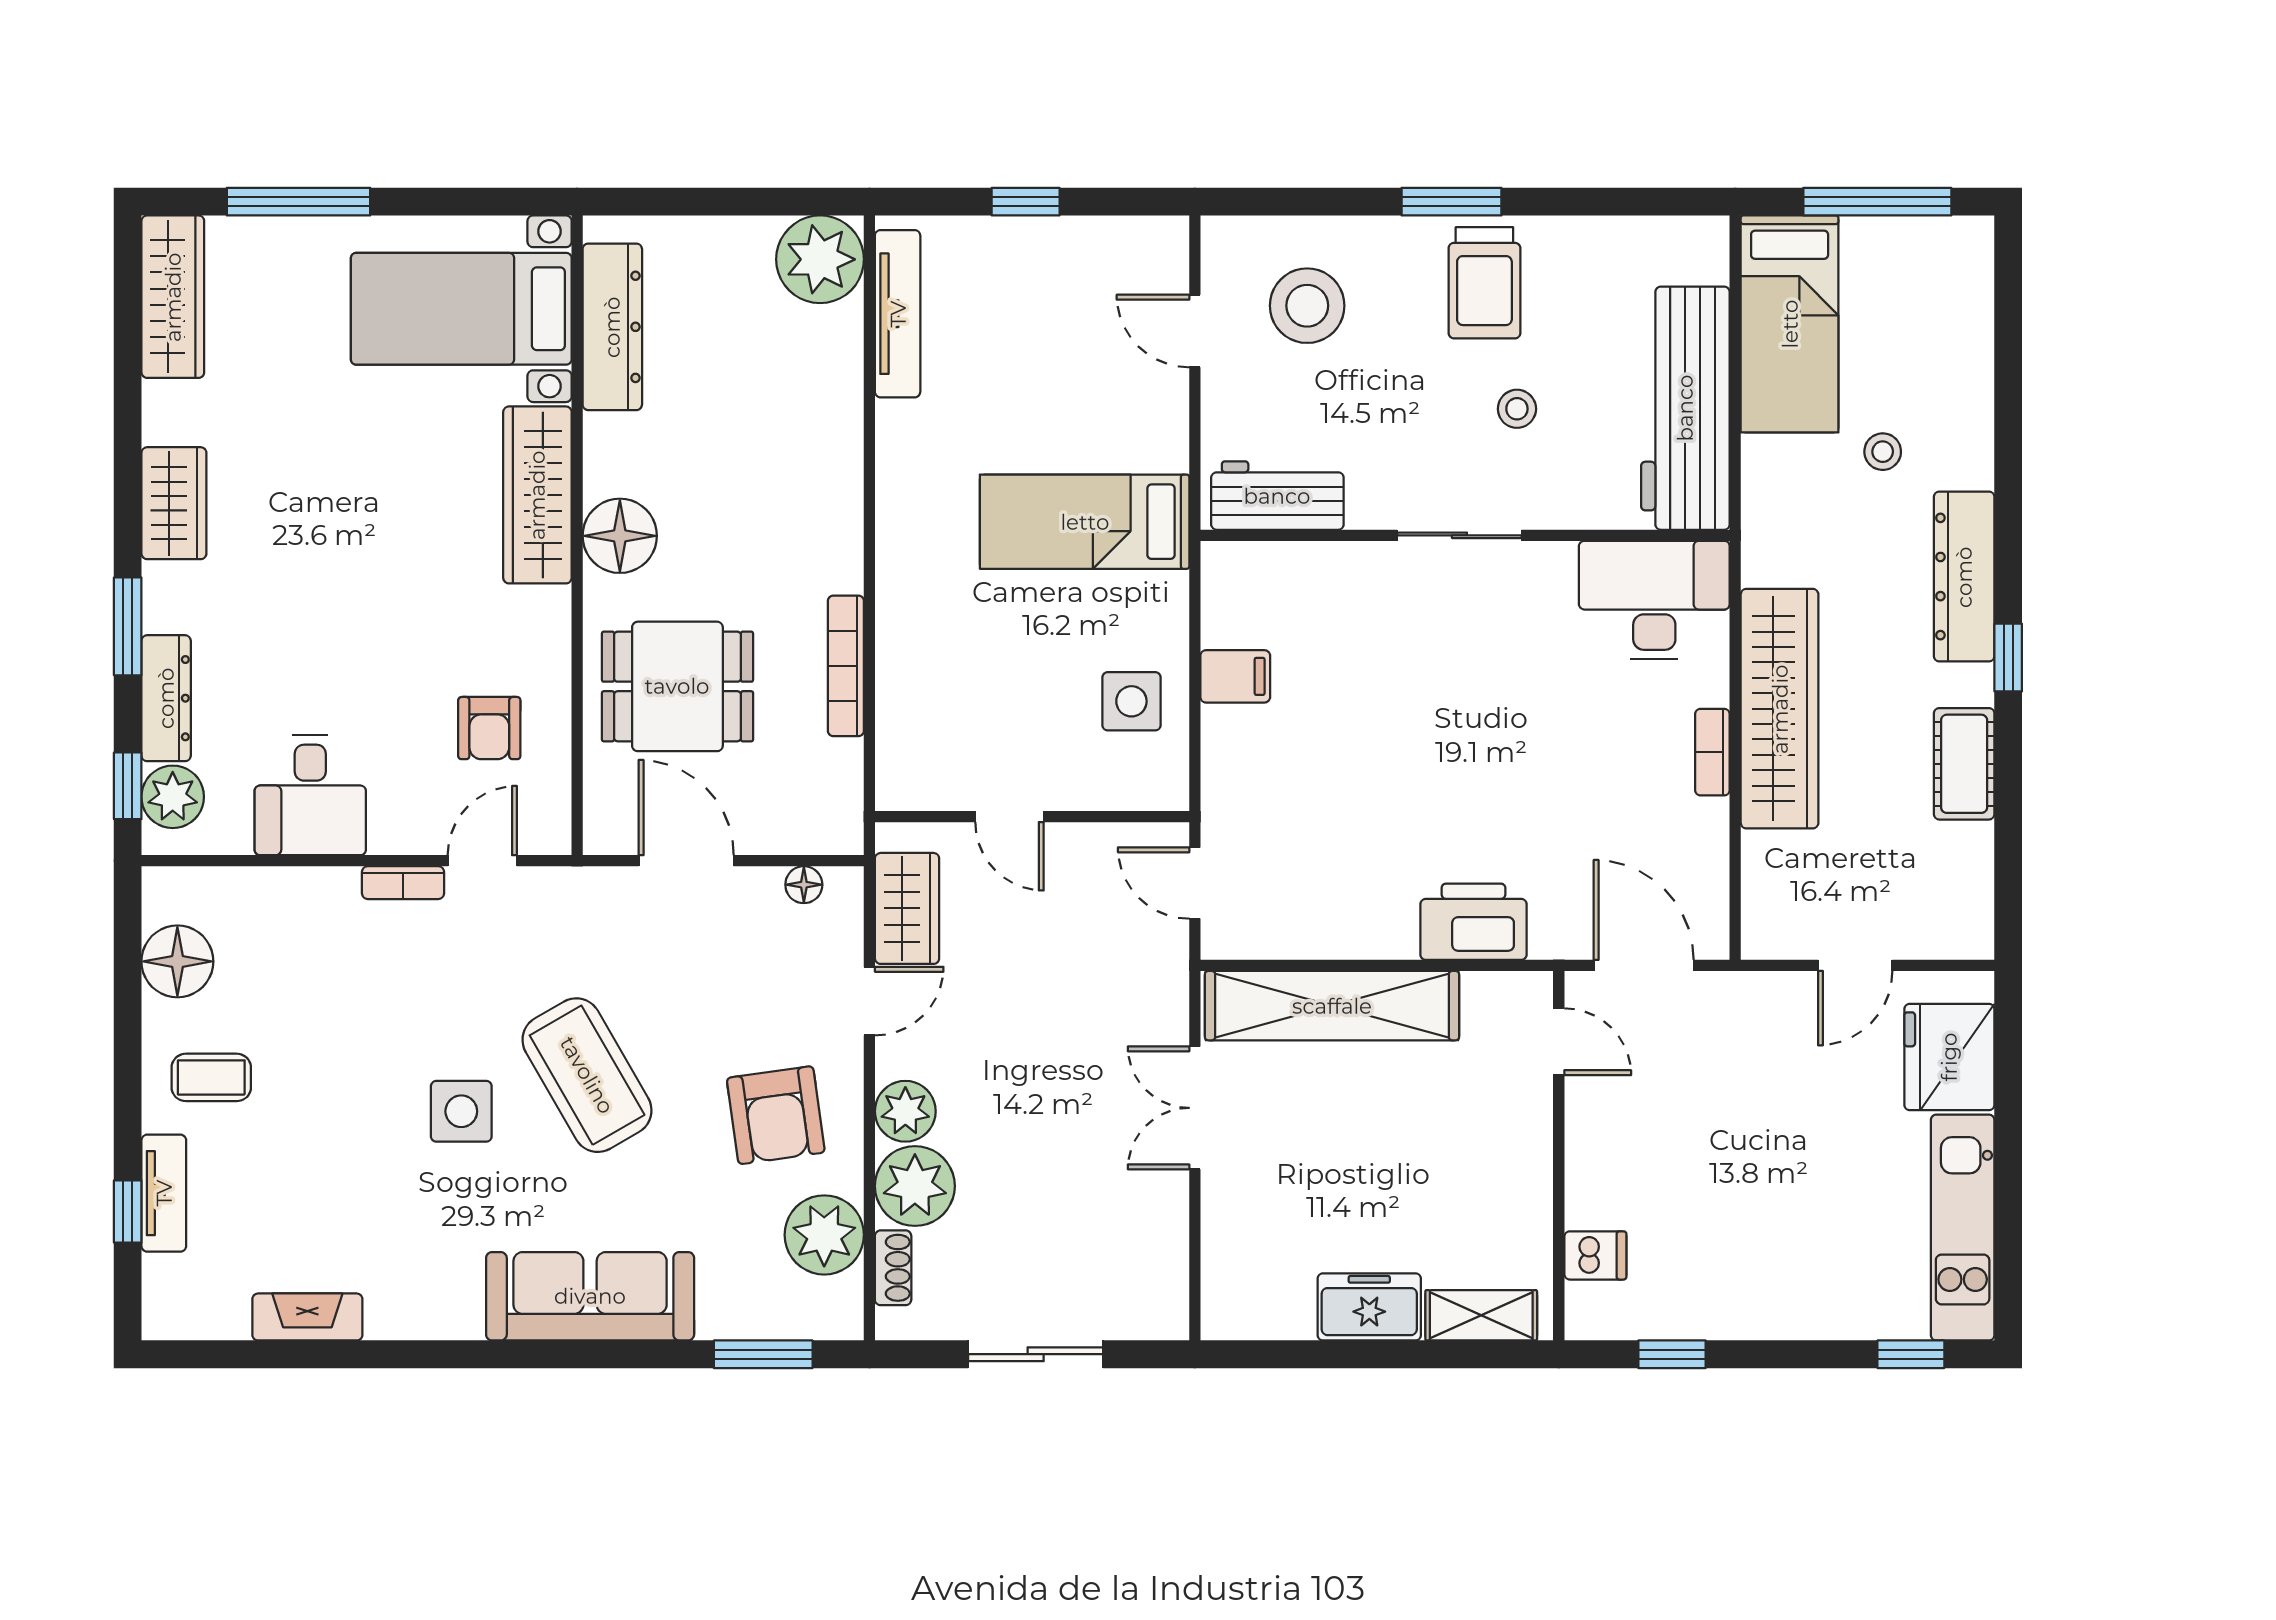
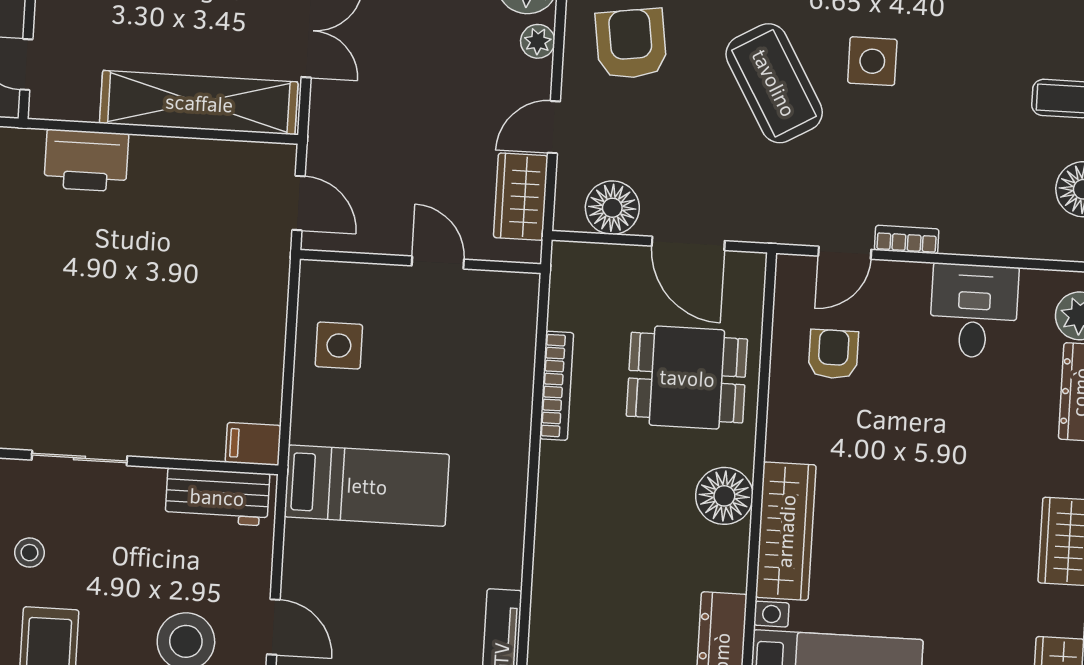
filing cabinet: (1235, 676) -> (253, 444), moved
floor lamp: (804, 885) -> (612, 208), width x1.89, depth x1.89
plant: (905, 1111) -> (538, 41), width x0.73, depth x0.73

